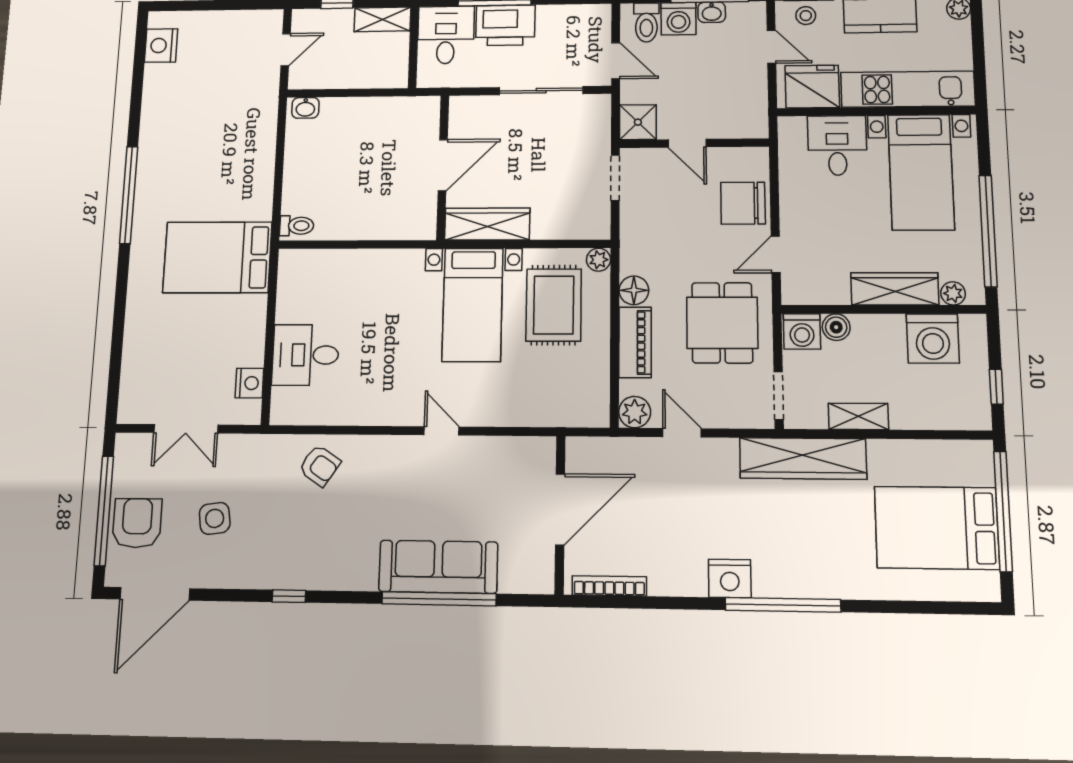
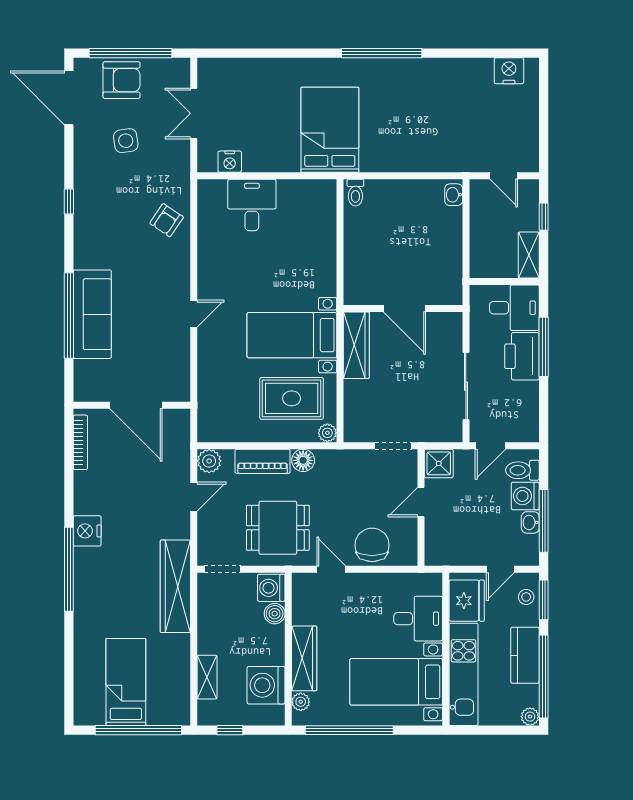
shelving: (858, 416) -> (207, 677), moved
bed: (937, 528) -> (126, 682), width x0.67

